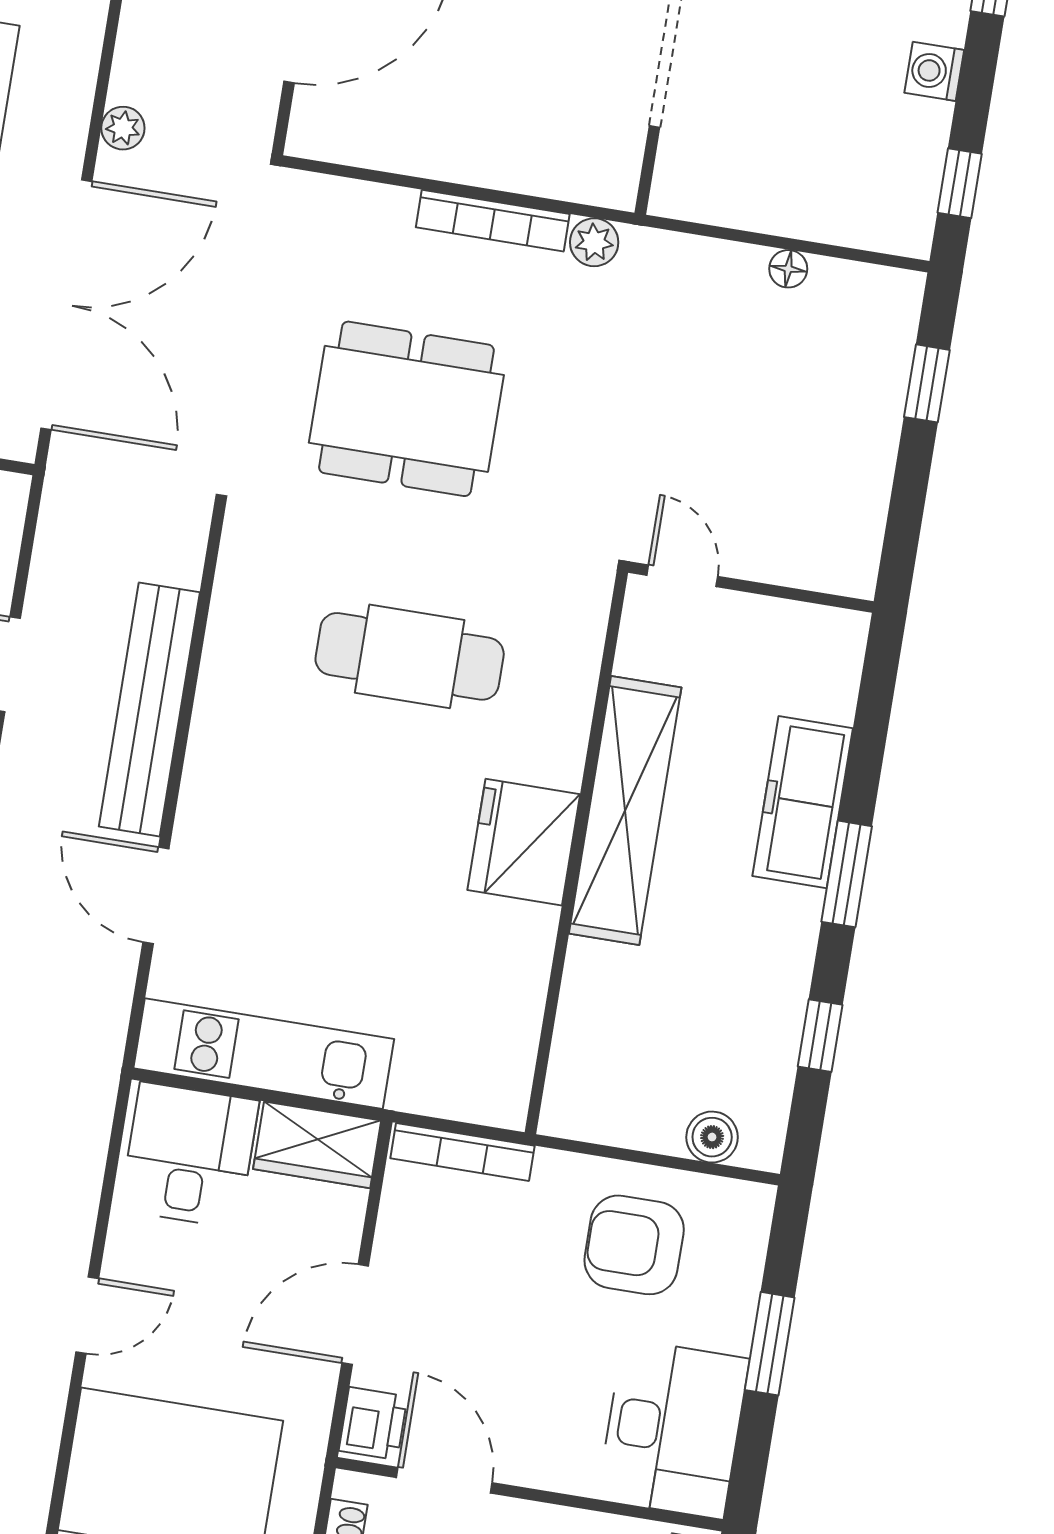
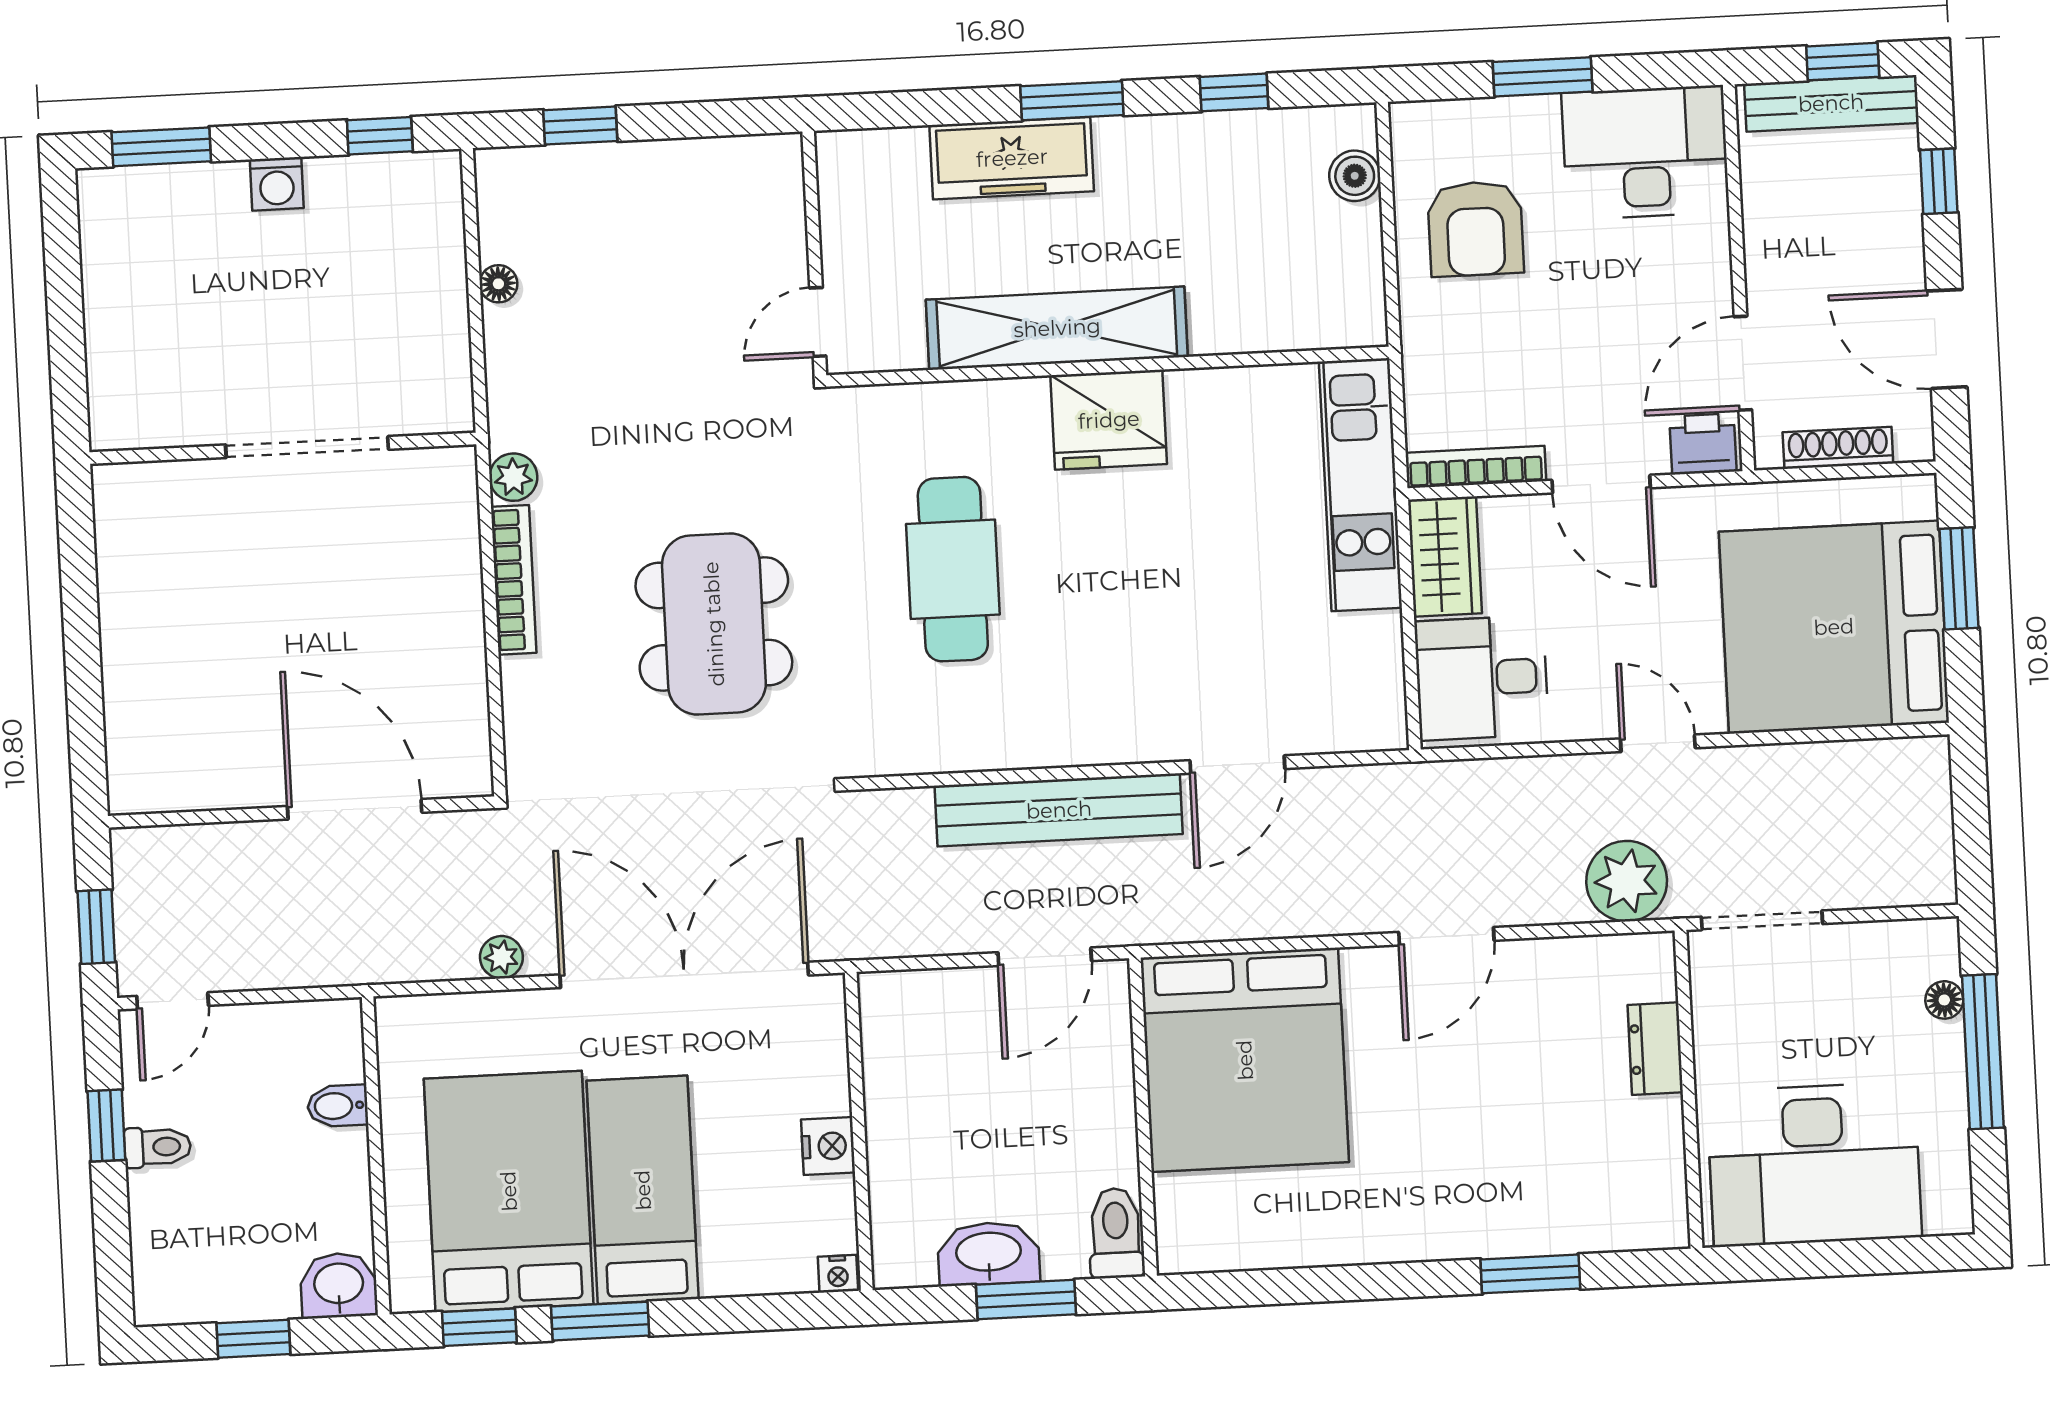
kitchen unit: (264, 1054) -> (1361, 485), moved
bookcase: (462, 1152) -> (1476, 467), moved, turned -90

